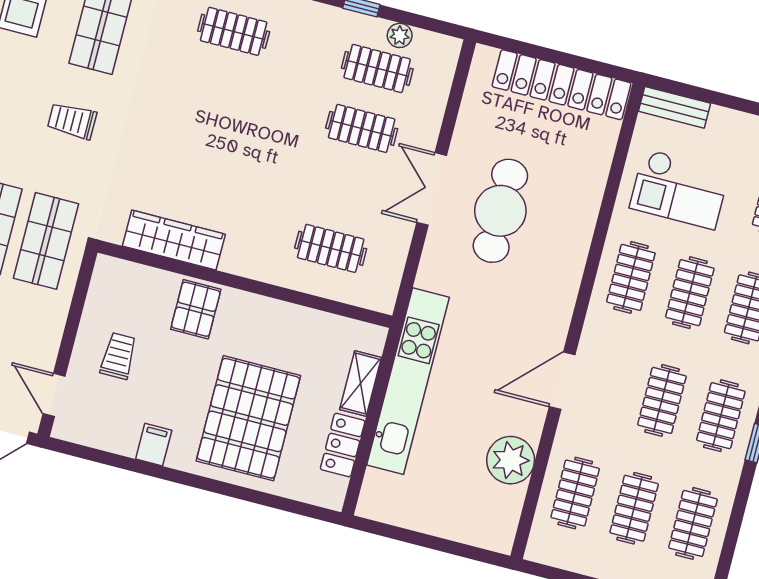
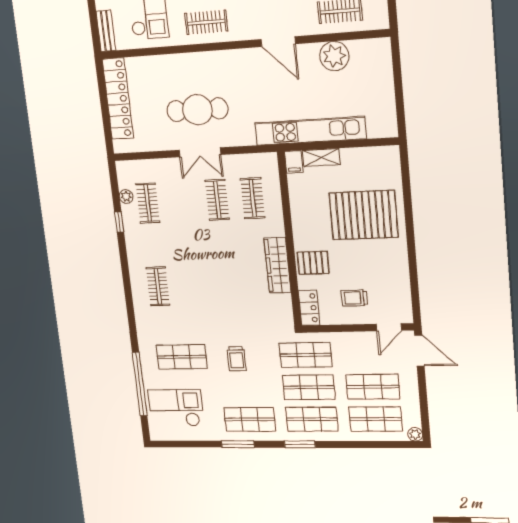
clothes rail: (362, 128) -> (217, 200), moved
wardrobe: (174, 240) -> (278, 265), moved
filing cabinet: (154, 445) -> (294, 162), moved, turned -90
locker: (343, 445) -> (309, 308), moved, turned -90

